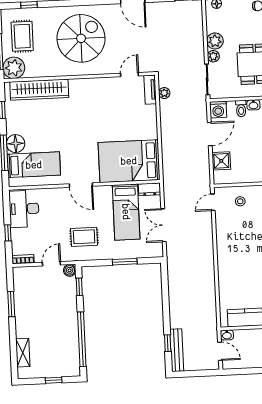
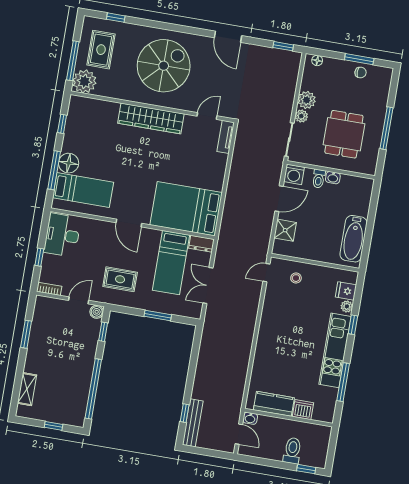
wardrobe: (39, 90) -> (151, 118), moved
plant: (164, 93) -> (240, 144), removed

